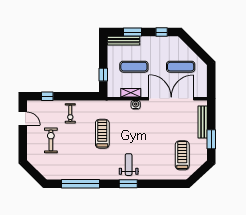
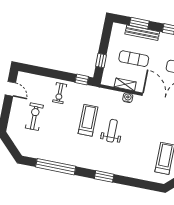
bench: (123, 41) -> (142, 33), moved
window: (47, 96) -> (82, 79), moved
weight bench: (129, 165) -> (112, 131), moved

